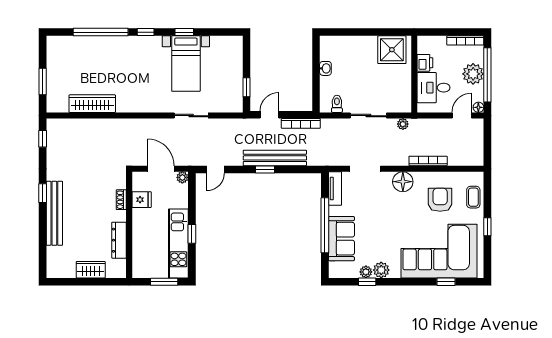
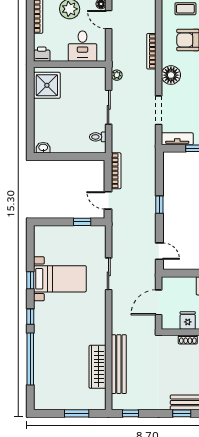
printer: (425, 63) -> (42, 54), moved
washbasin: (325, 68) -> (43, 148), moved
bench: (275, 158) -> (119, 364), moved
plant: (182, 177) -> (167, 282), removed

